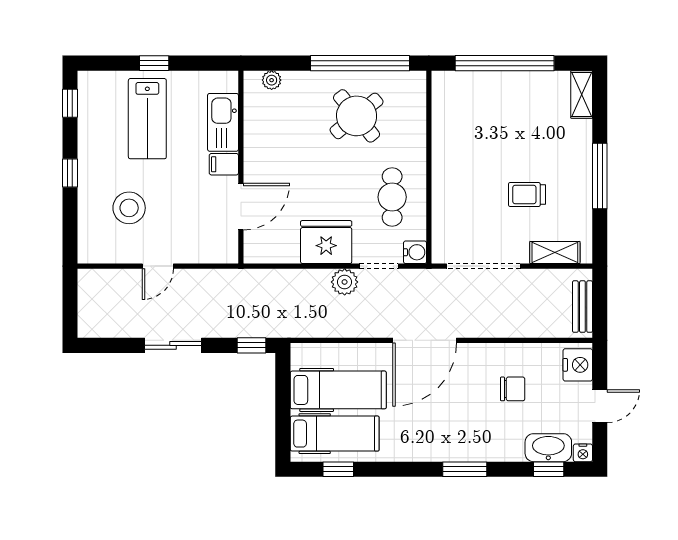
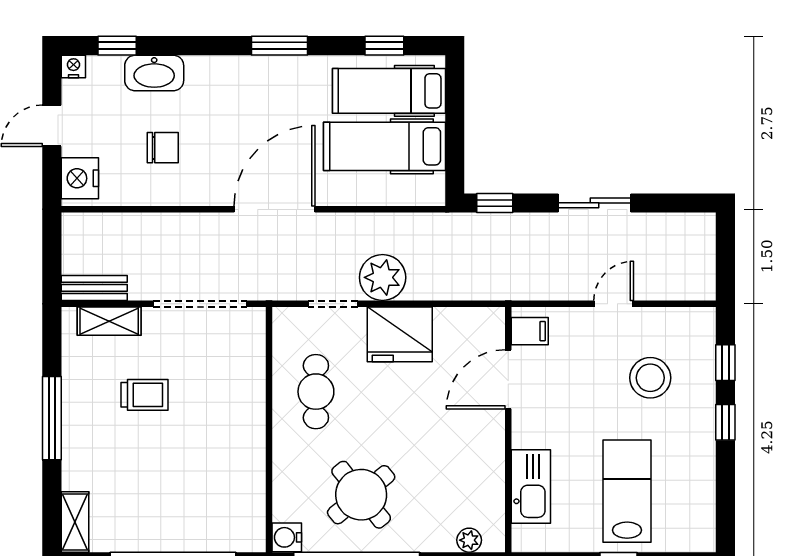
window: (70, 103) -> (725, 363), moved
filing cabinet: (224, 164) -> (530, 331), moved
water cooler: (415, 252) -> (287, 537), moved
plant: (345, 282) -> (383, 277), width x1.36, depth x1.36
bench: (582, 307) -> (94, 288), moved, turned 90
chair: (513, 389) -> (163, 148), turned 180
washbasin: (548, 448) -> (154, 73), moved
window: (465, 469) -> (280, 46), moved

